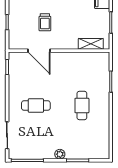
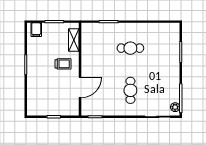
trolley: (45, 22) -> (63, 64), moved
plant: (60, 154) -> (175, 107), moved

